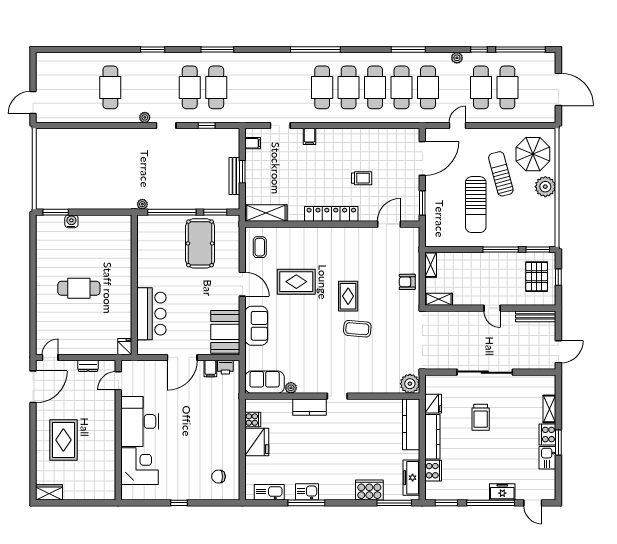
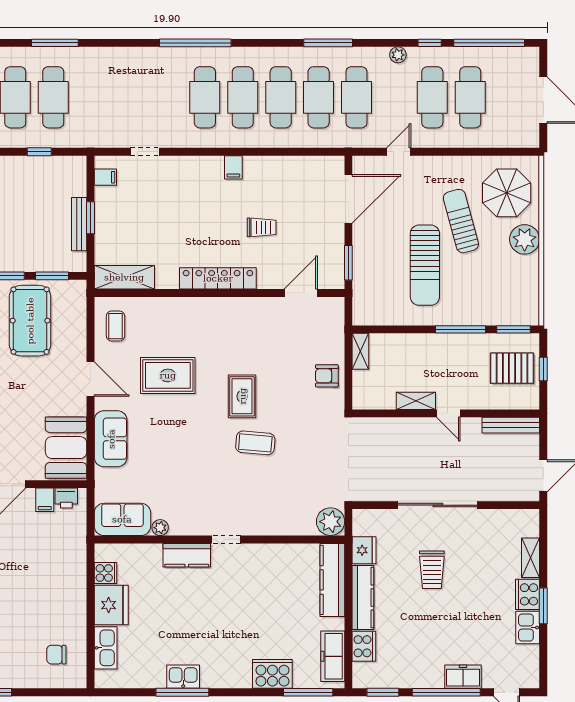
filing cabinet: (310, 136) -> (233, 167), moved
pallet: (537, 277) -> (512, 368), turned 90
shelving: (439, 299) -> (416, 401), moved
kitchen sink: (269, 492) -> (106, 648), moved, turned 90

